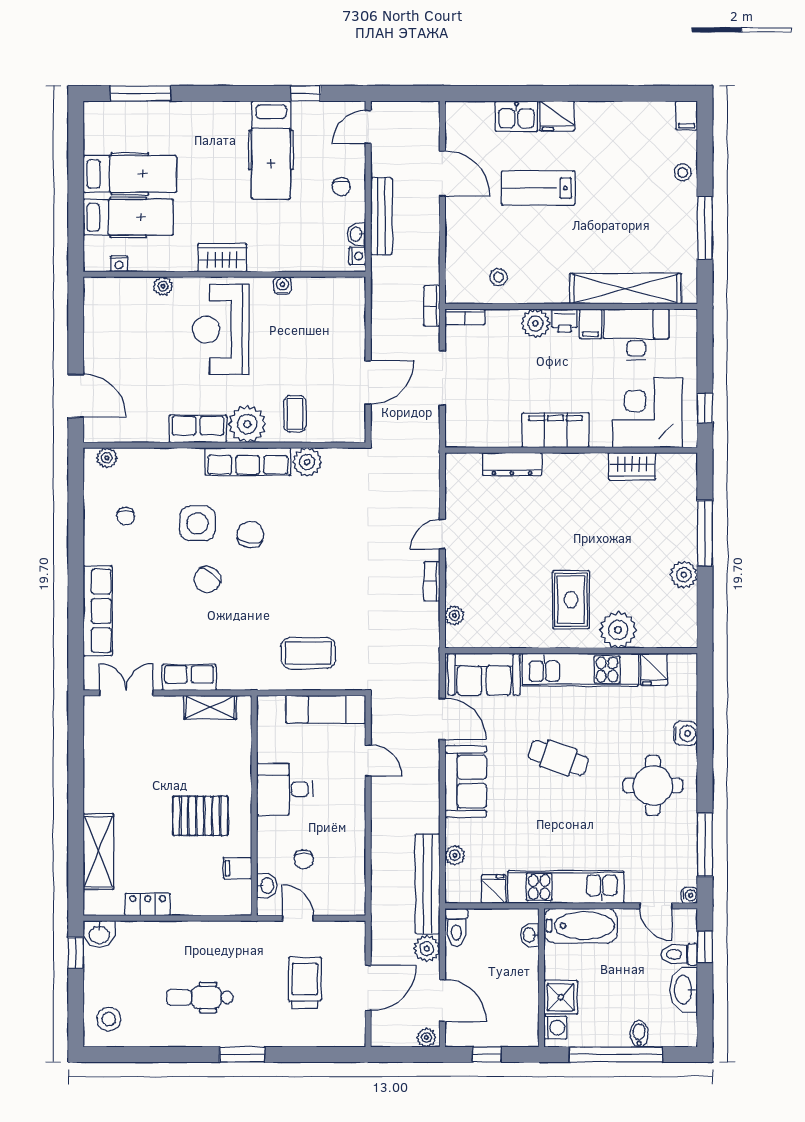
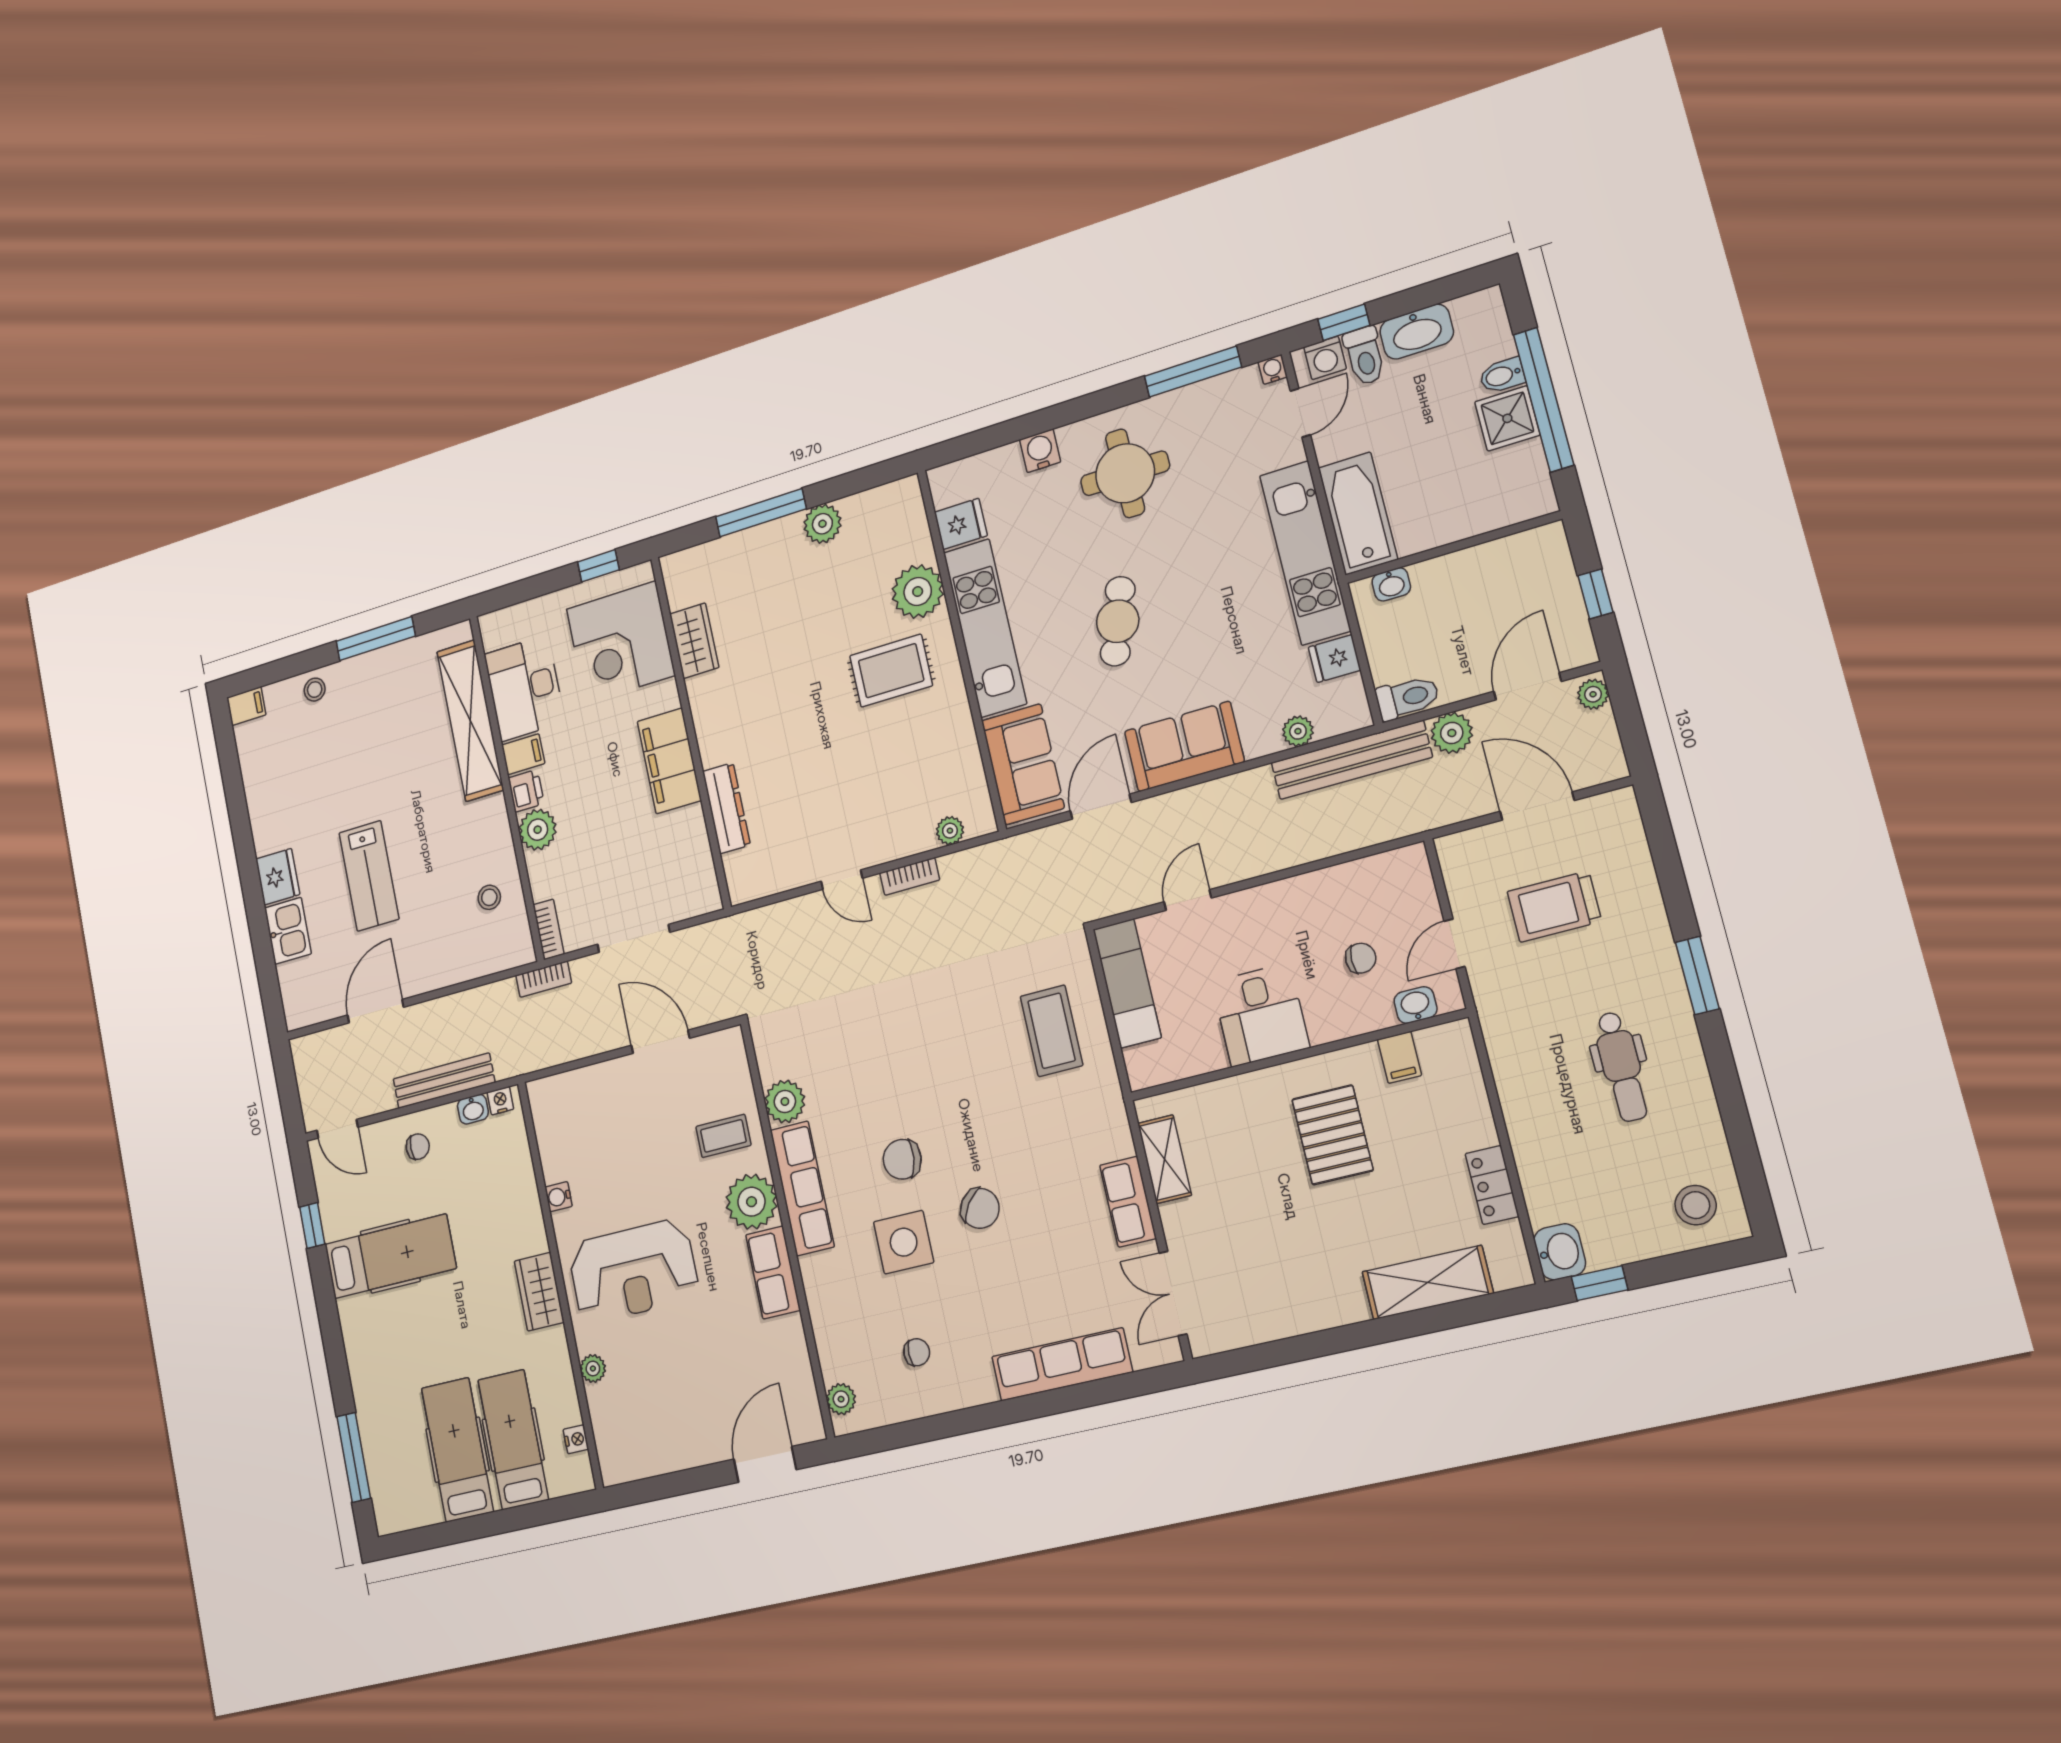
shower: (561, 997) -> (1507, 418), moved
washing machine: (555, 1028) -> (1325, 358), moved, turned 180

